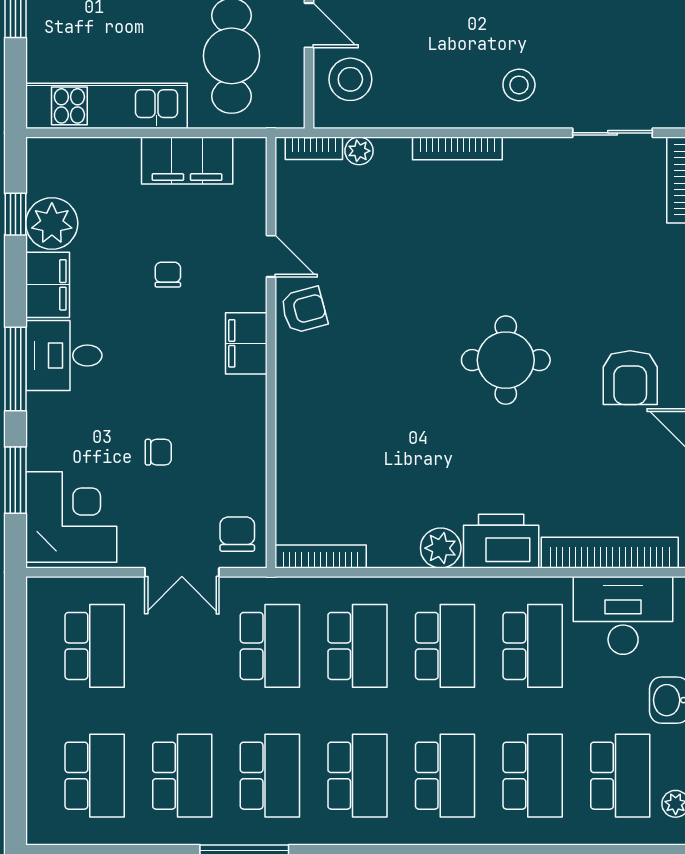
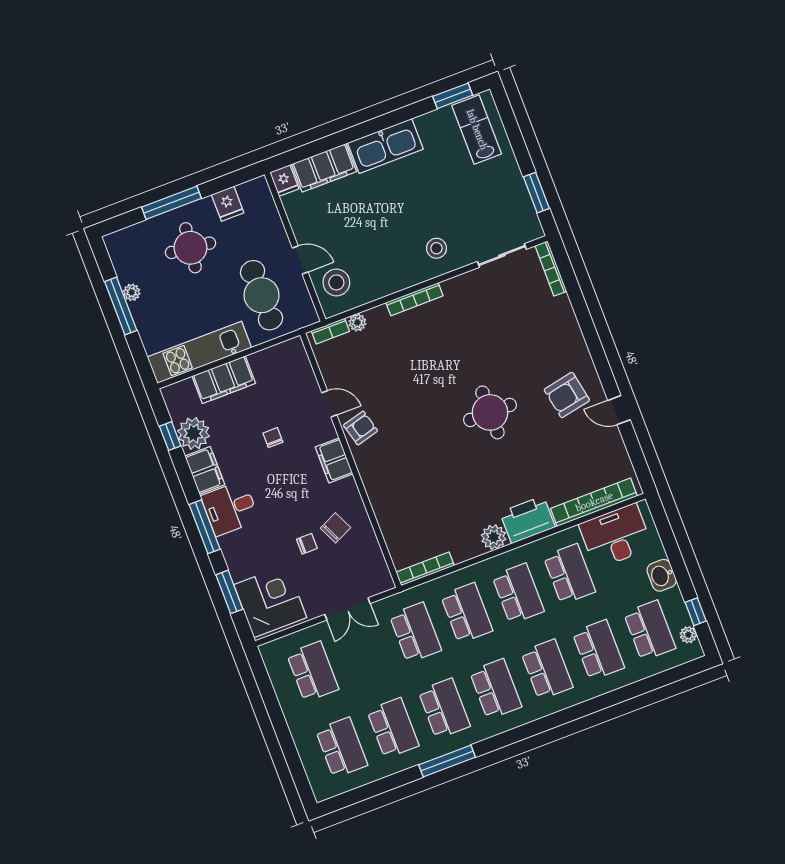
filing cabinet: (187, 161) -> (224, 380), moved
armchair: (630, 378) -> (567, 395), turned 79
chair: (237, 534) -> (336, 528), moved, turned 65

